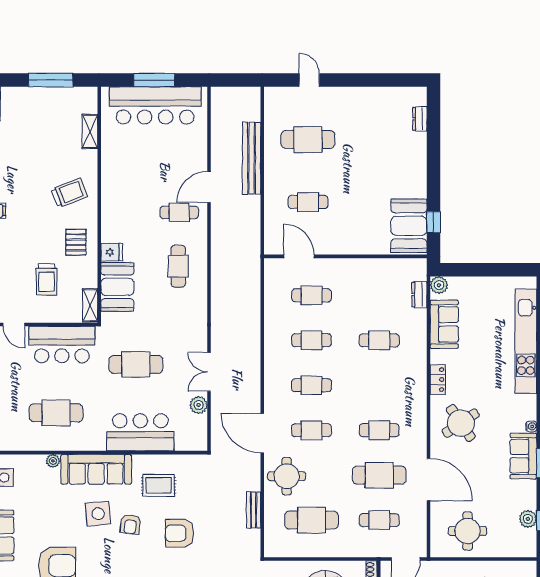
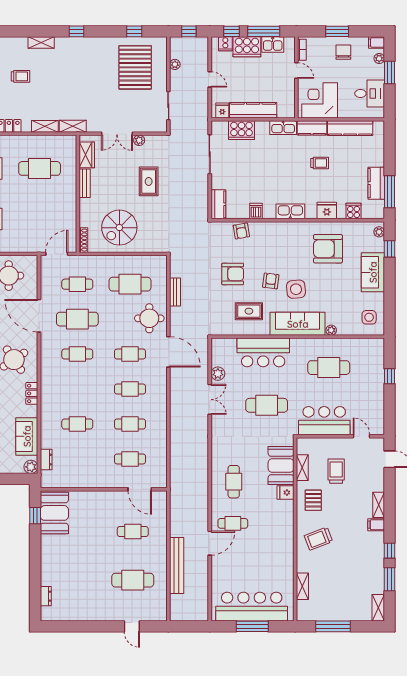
shelving: (90, 305) -> (302, 468), moved

